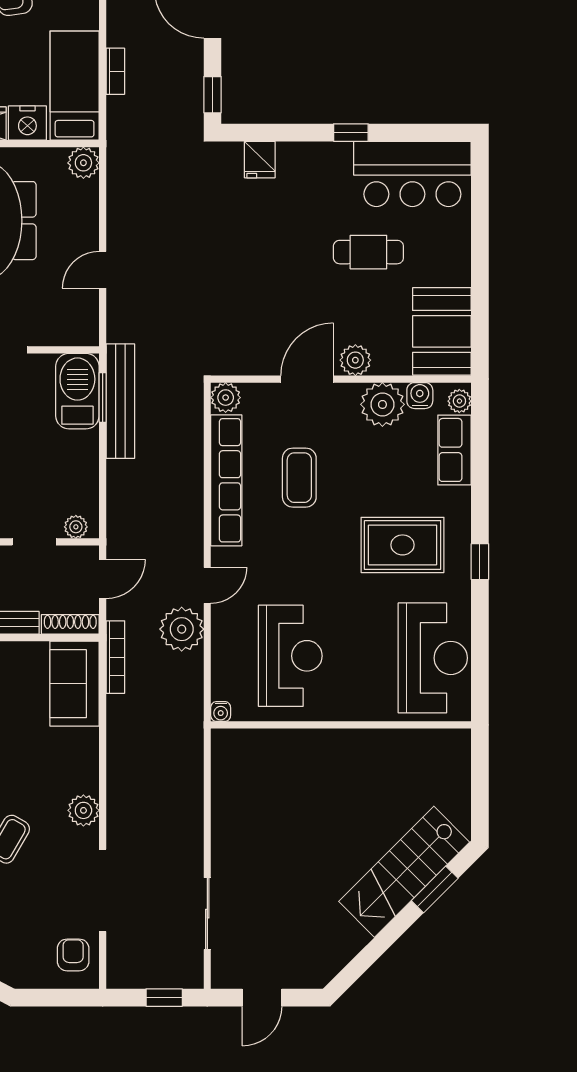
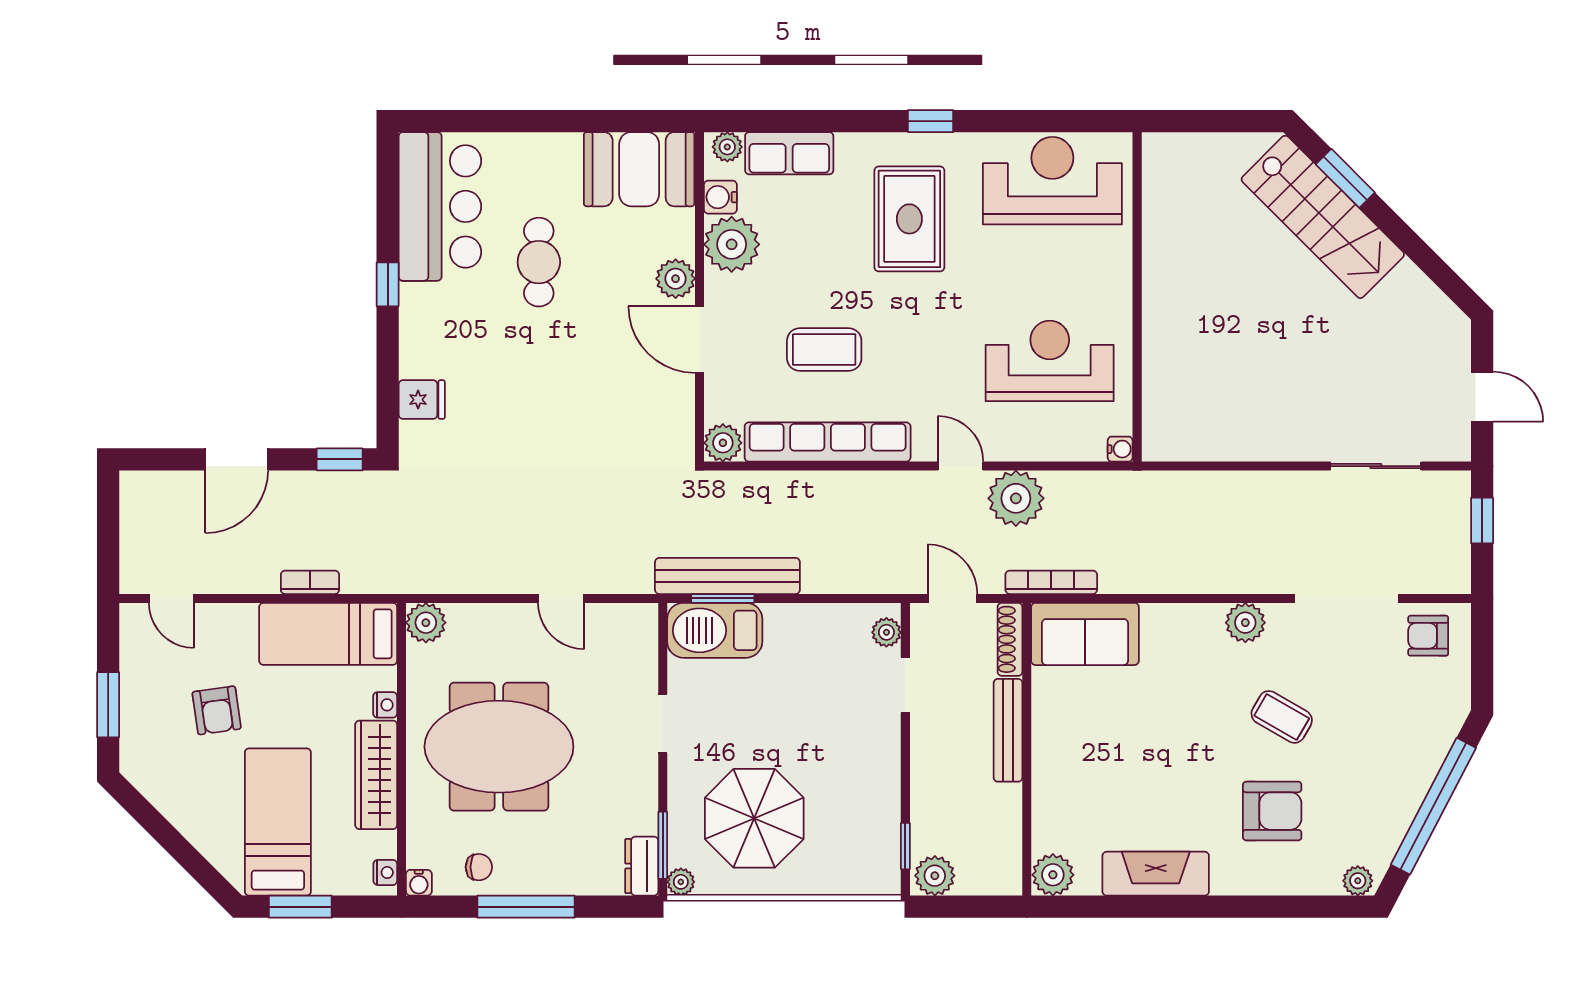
nightstand: (27, 123) -> (385, 705), width x0.53, depth x0.56

